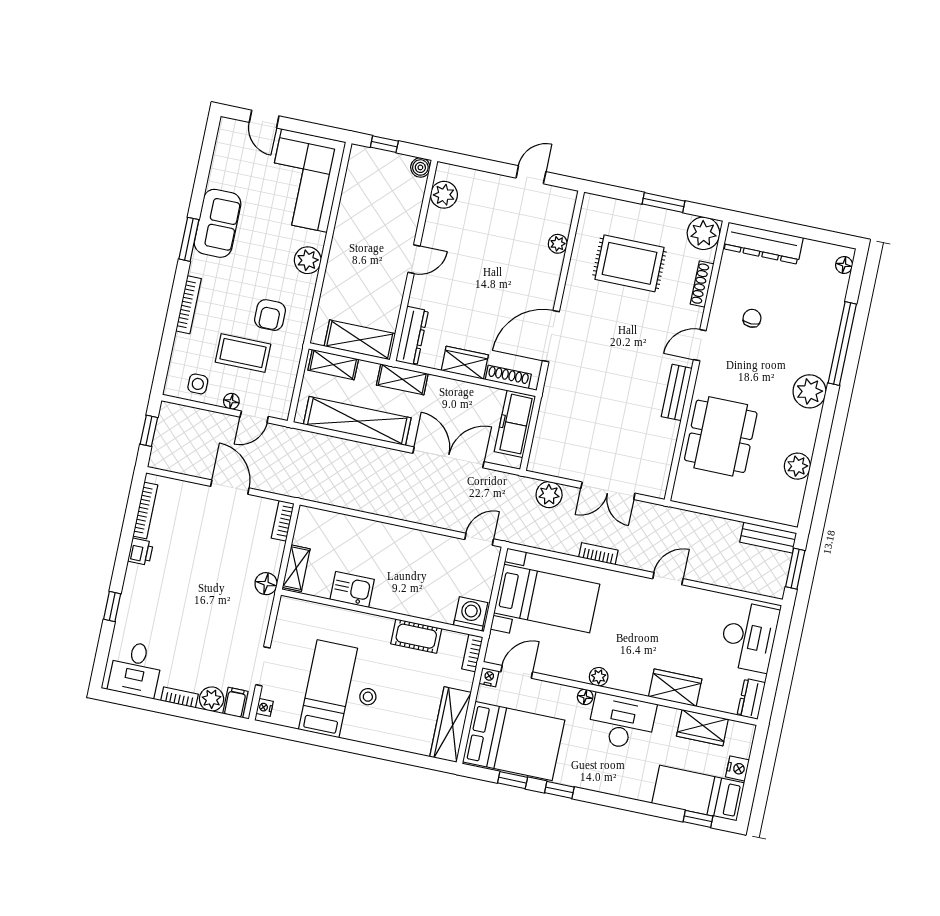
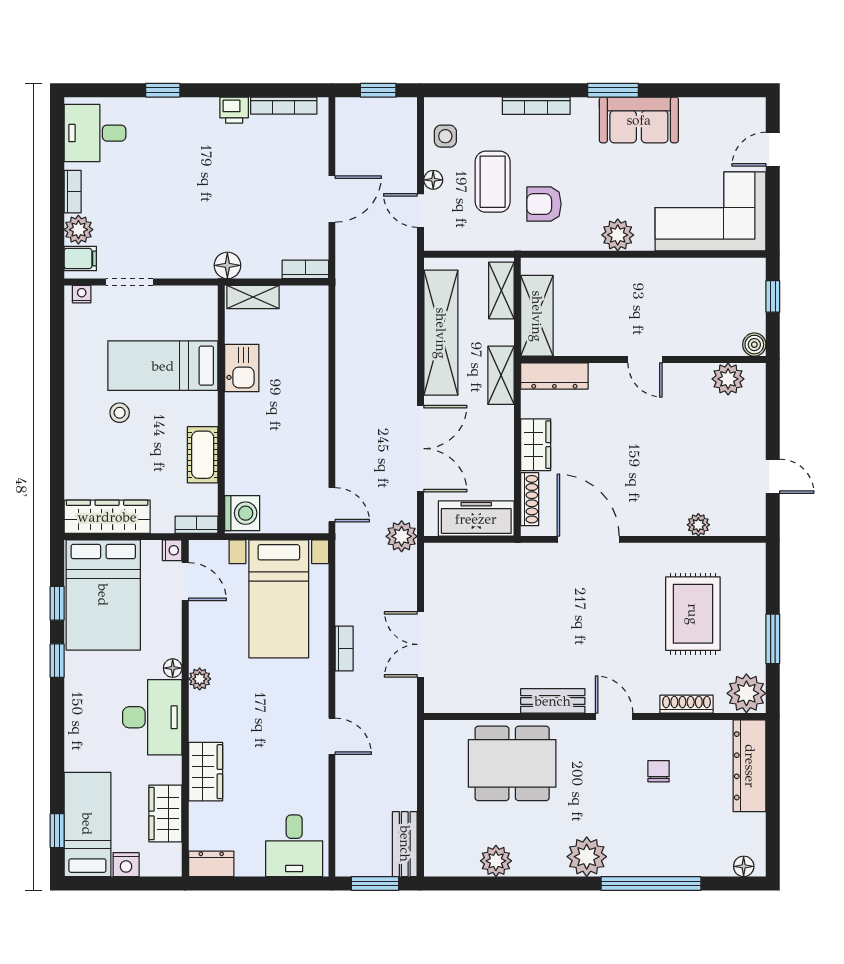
chair: (752, 318) -> (659, 771), turned -90
plant: (549, 495) -> (402, 536), moved
desk: (749, 637) -> (294, 846), width x0.73
bed: (328, 689) -> (163, 366), moved, turned 180

